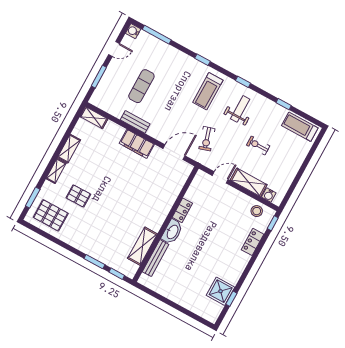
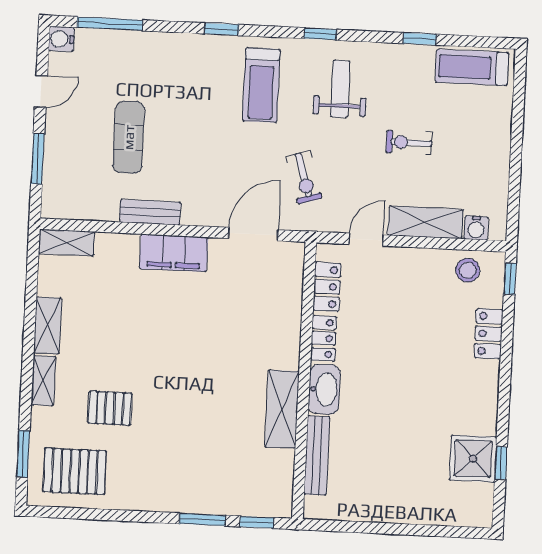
locker: (194, 189) -> (327, 287), added
shelving: (142, 246) -> (282, 409), moved

